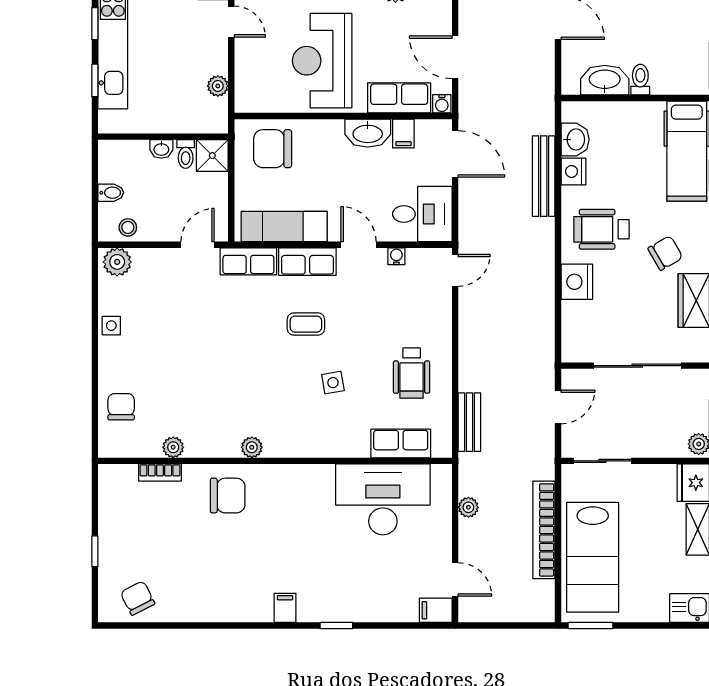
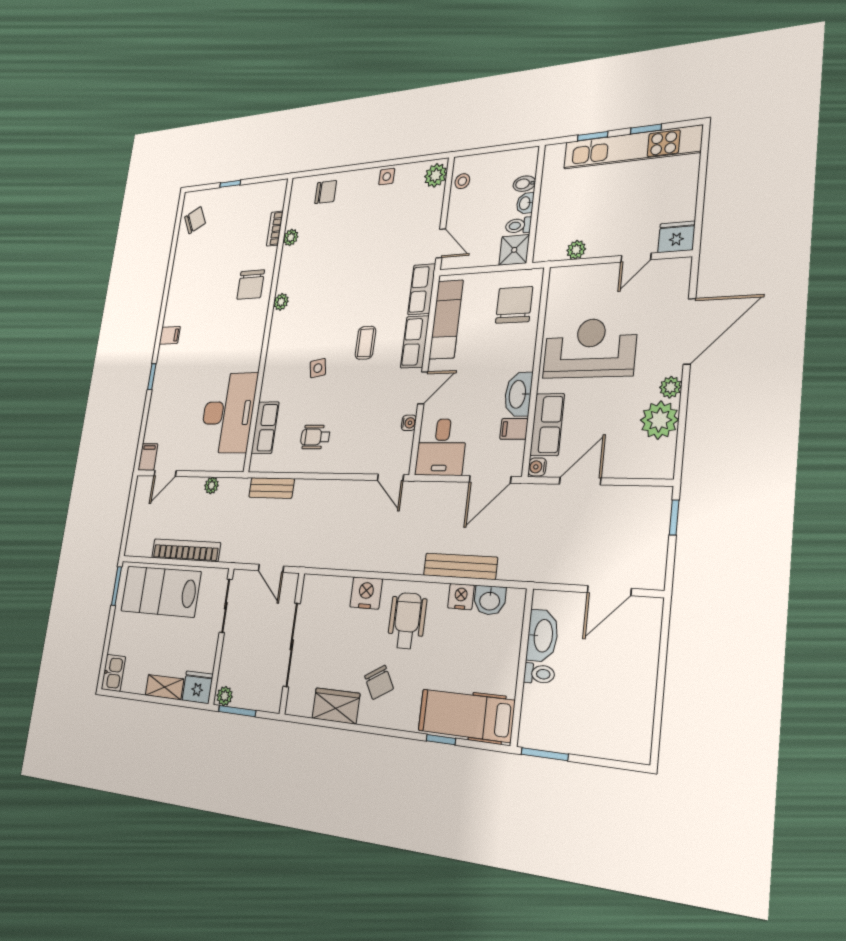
bidet: (111, 193) -> (524, 184), moved, turned 90
wheelchair: (412, 373) -> (315, 437), width x0.73, depth x0.73

